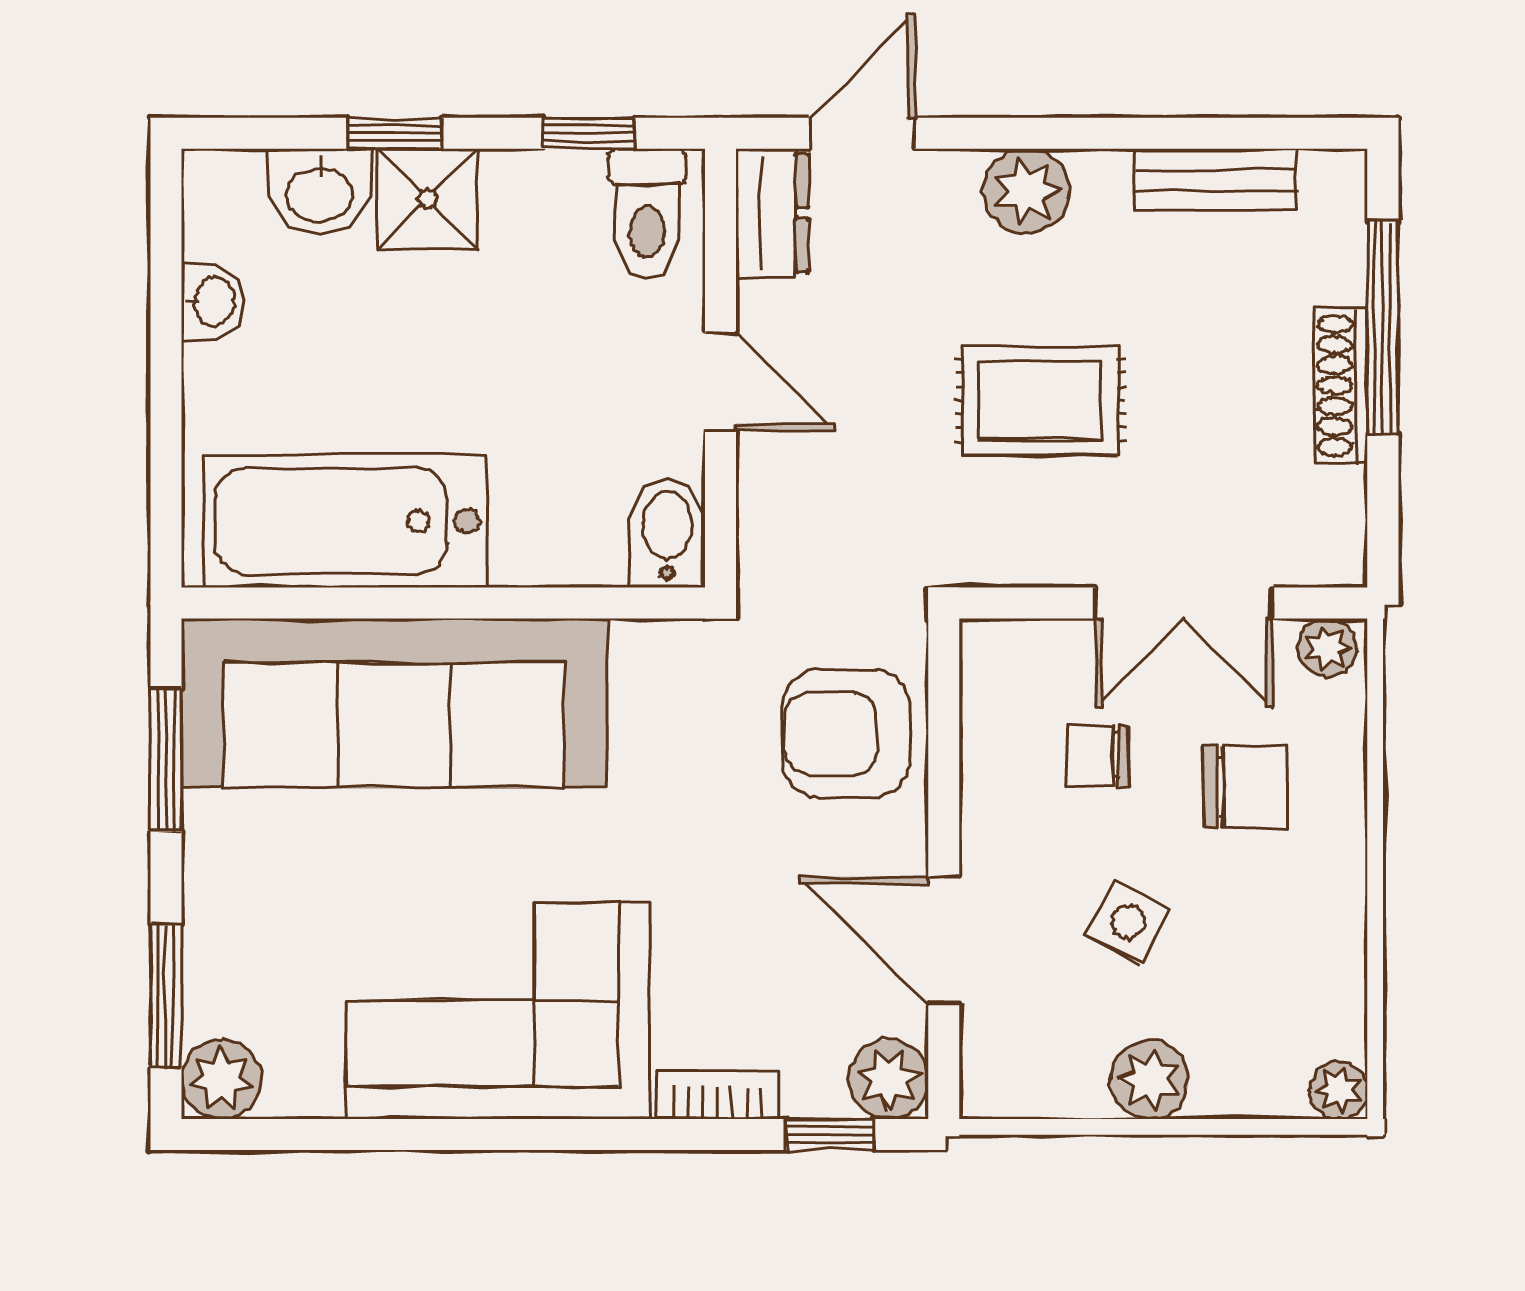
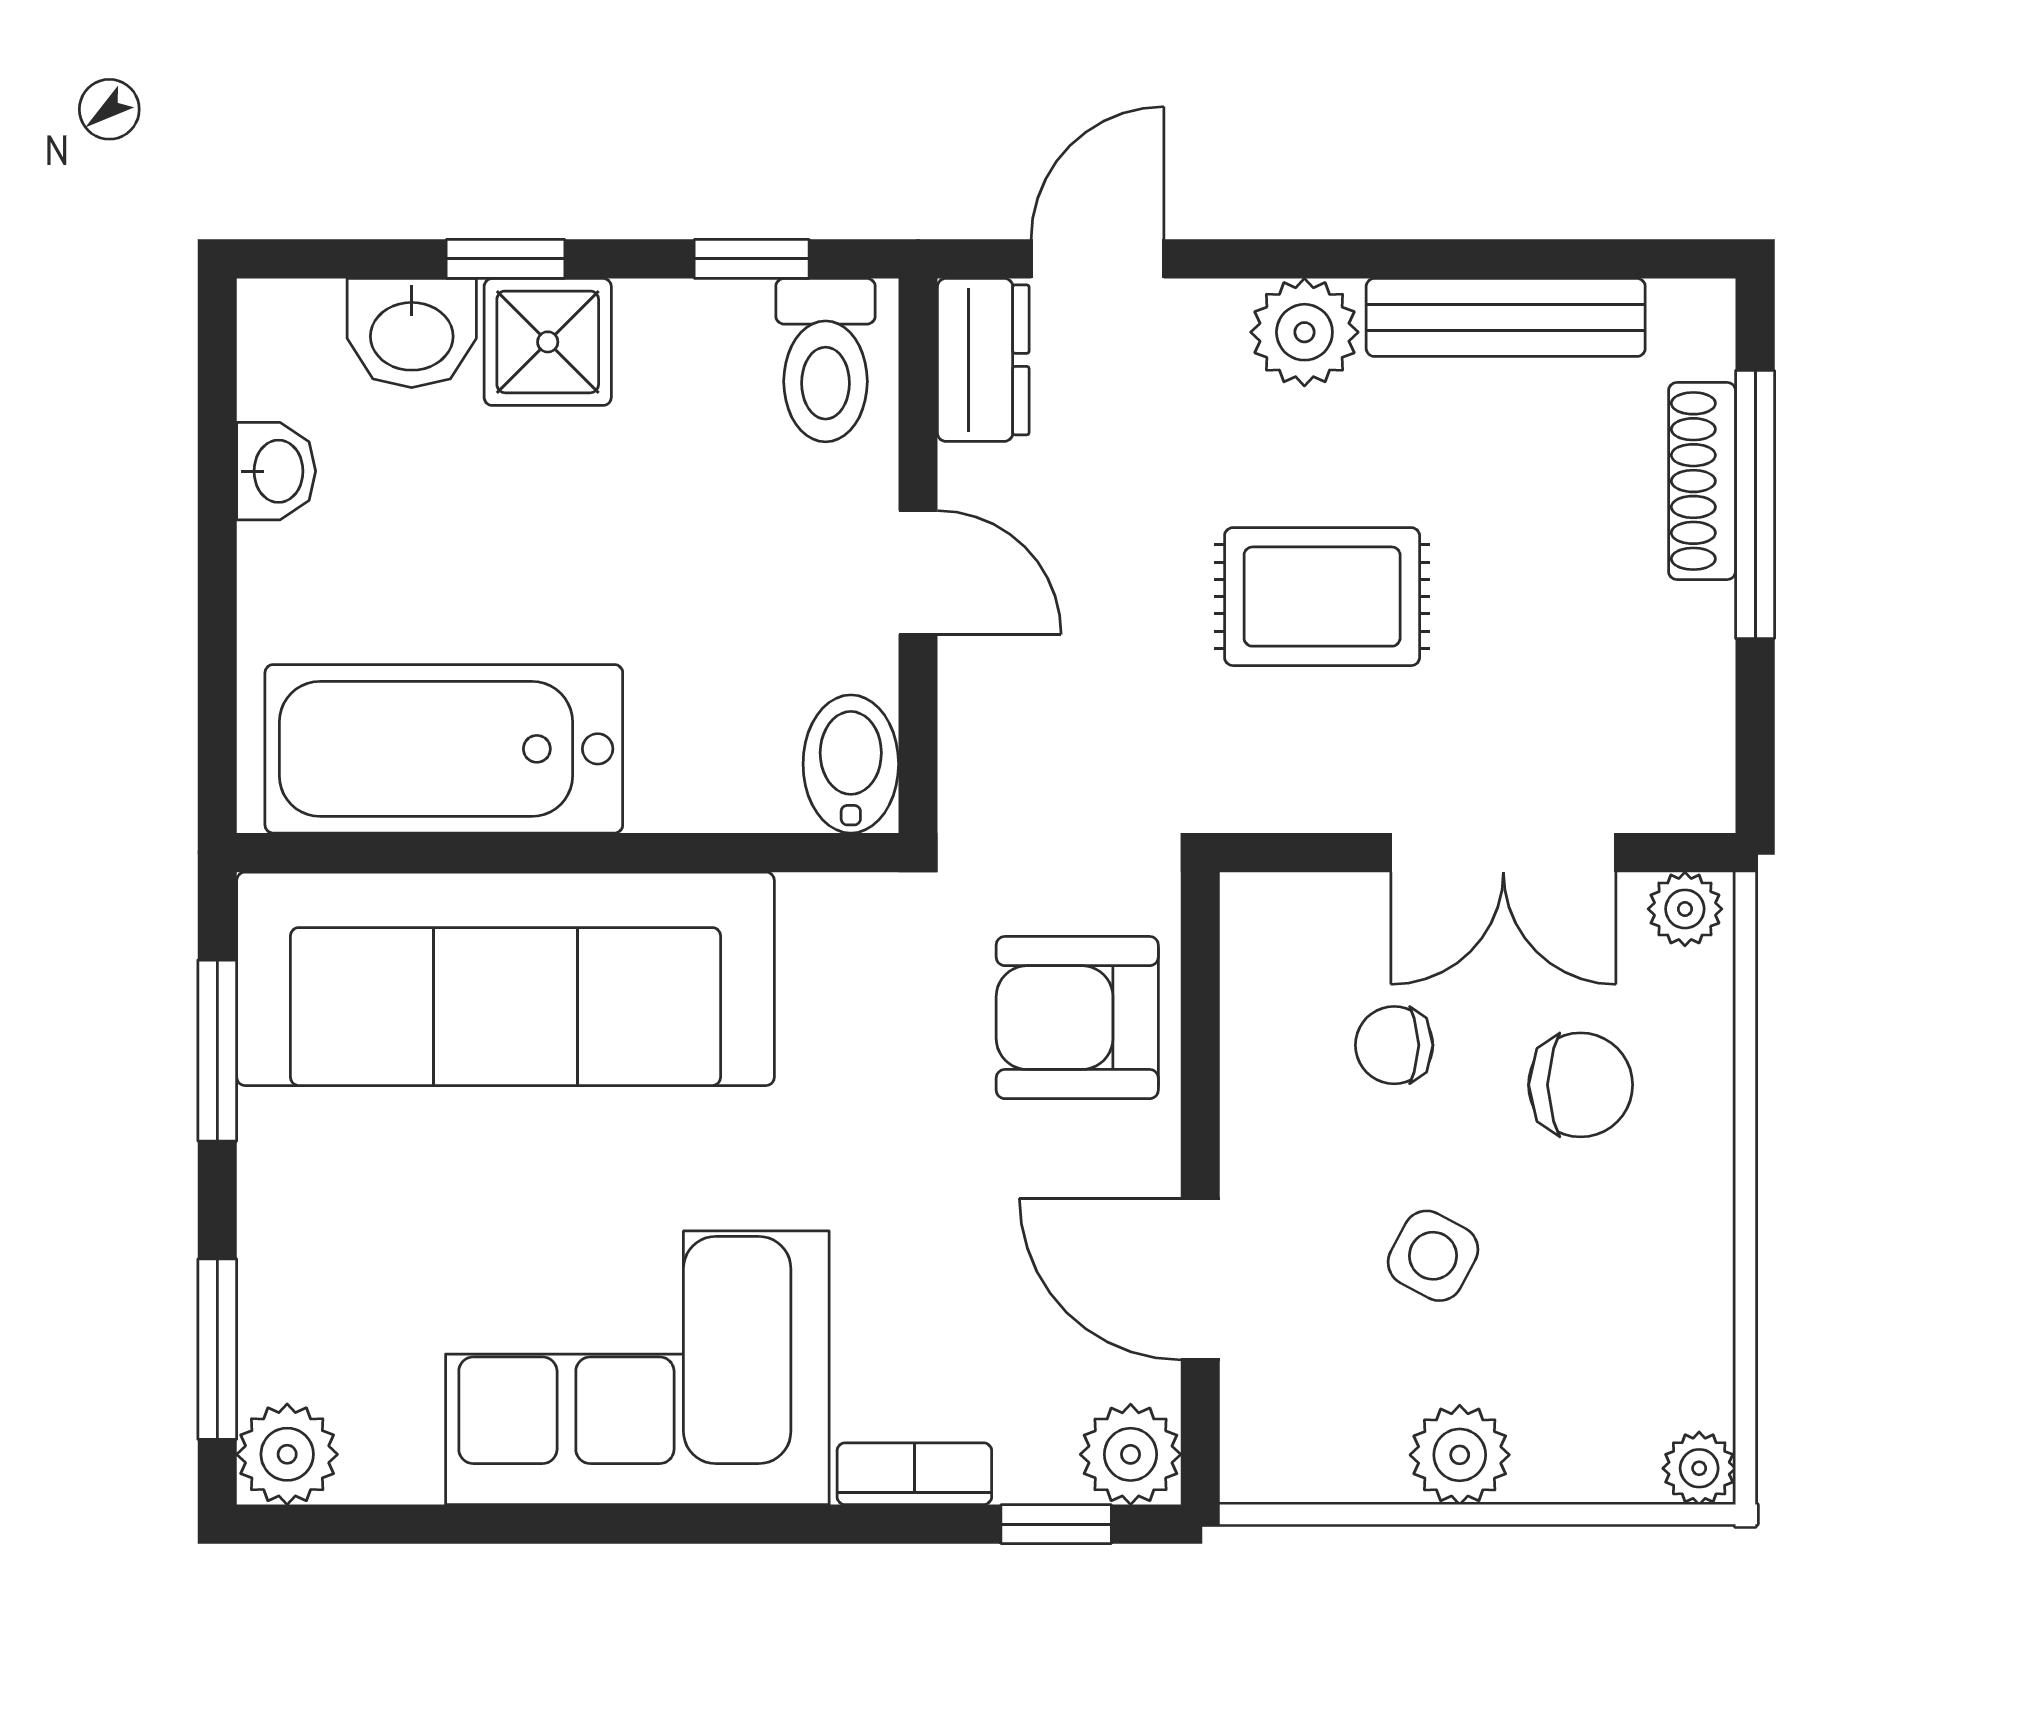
bench: (1215, 180) -> (1506, 317), width x1.36
shoe rack: (1341, 385) -> (1702, 481), moved

